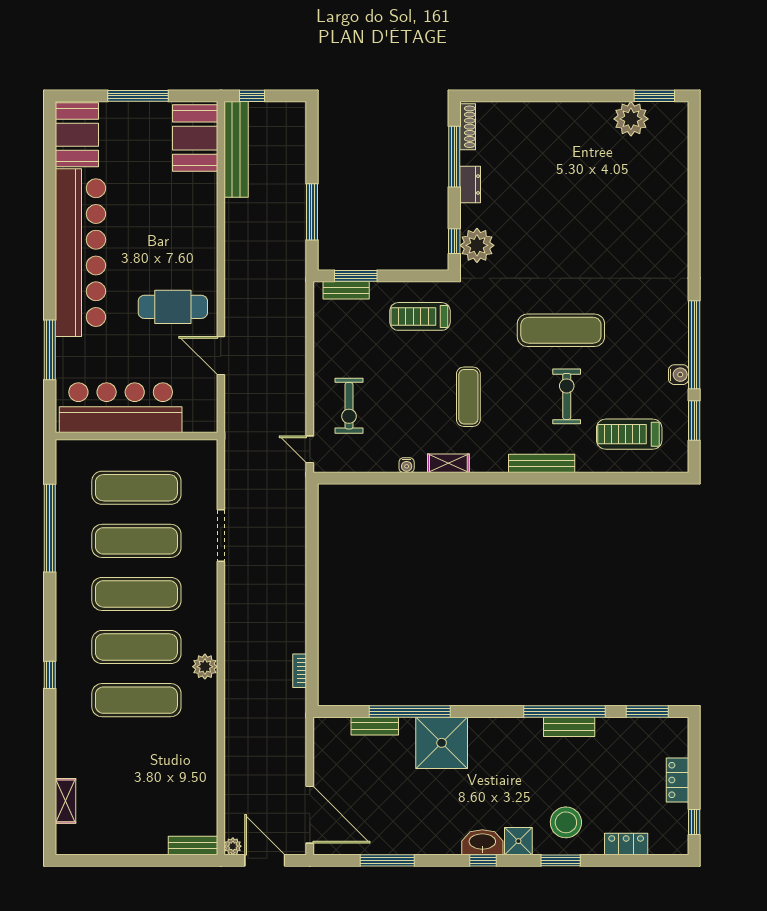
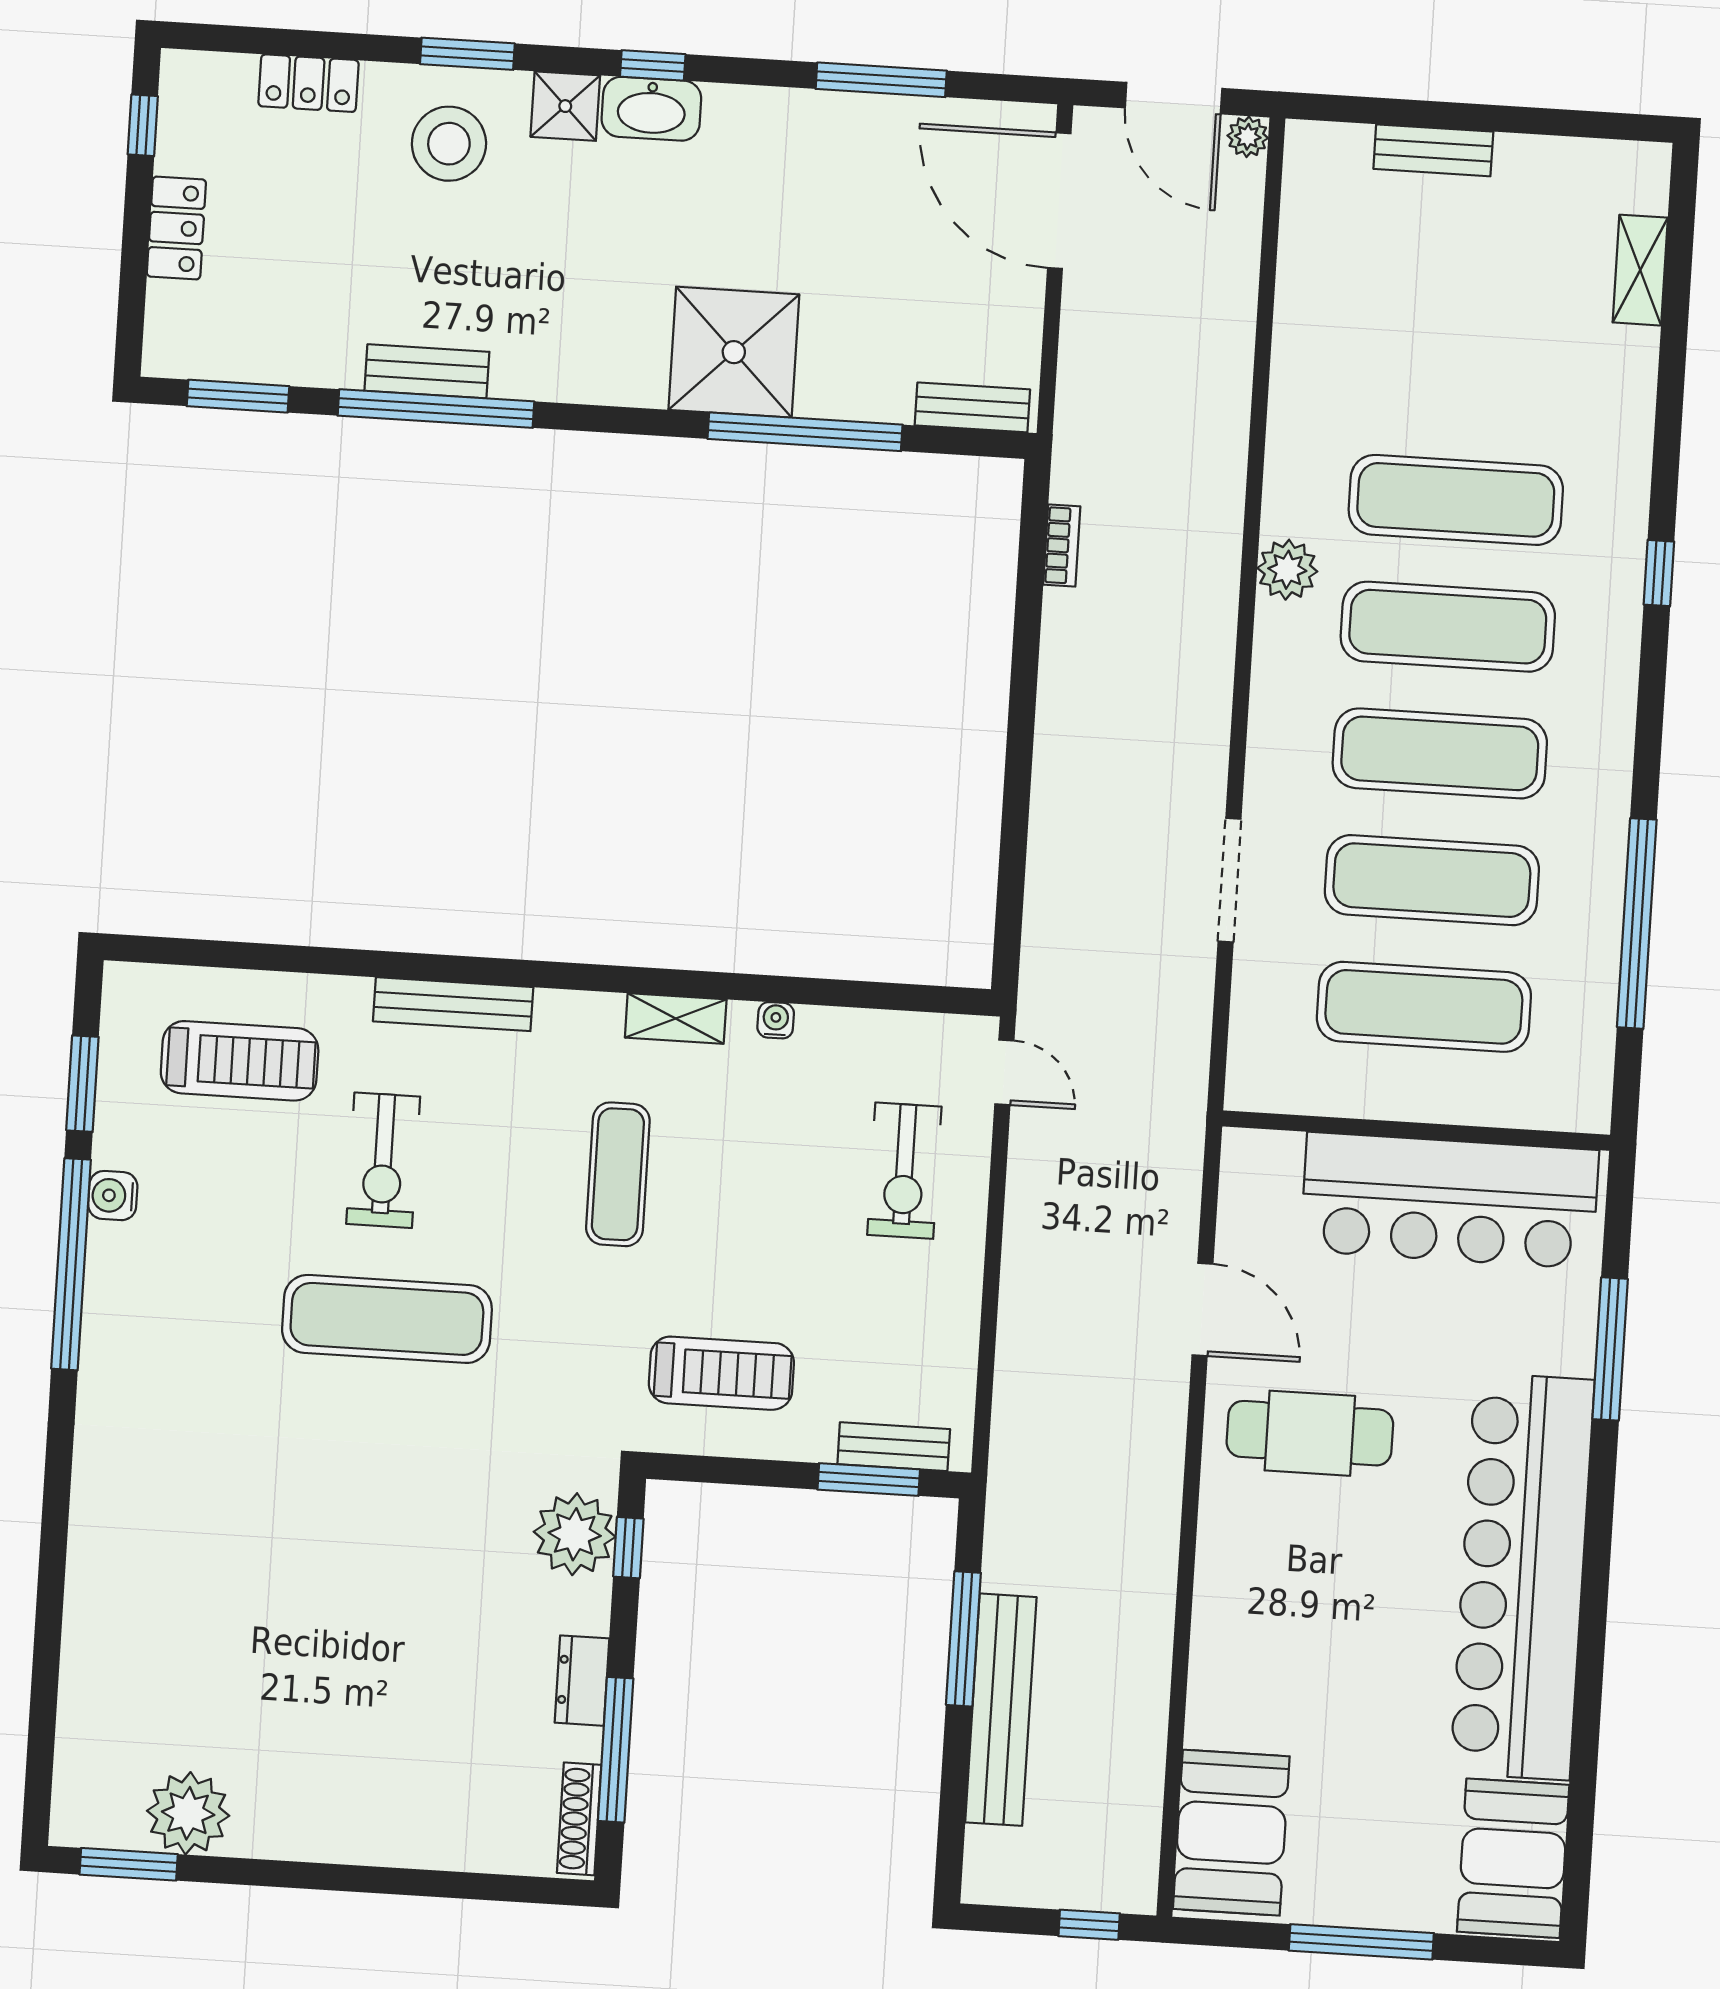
bench: (236, 149) -> (1001, 1710), moved
exercise bike: (349, 406) -> (904, 1171), turned 180
bench: (375, 726) -> (972, 407), moved
bench: (193, 845) -> (1433, 150), moved

